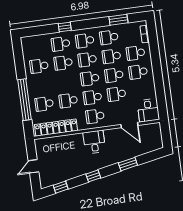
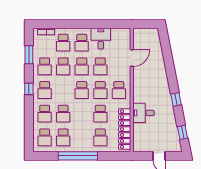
window: (65, 27) -> (29, 89), moved
school desk: (87, 60) -> (45, 137), moved
window: (24, 100) -> (78, 156), moved
desk: (148, 110) -> (101, 39), moved, turned -90
desk: (94, 142) -> (144, 113), moved
window: (128, 164) -> (169, 65), removed

